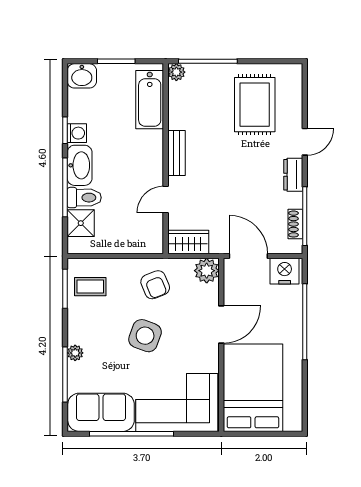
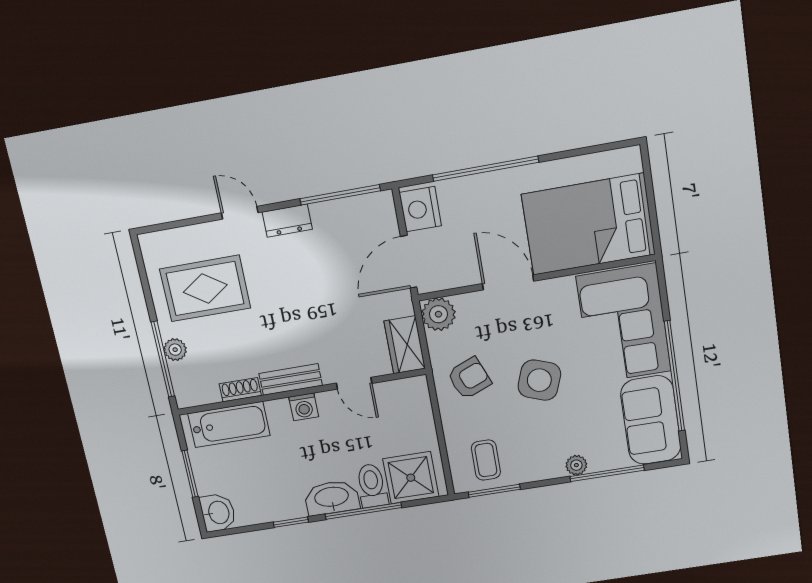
plant: (176, 72) -> (175, 350), moved
washing machine: (77, 133) -> (304, 407), moved, turned 180
shower: (81, 223) -> (411, 478), width x1.36, depth x1.36
shoe rack: (295, 224) -> (240, 390), moved, turned 180

